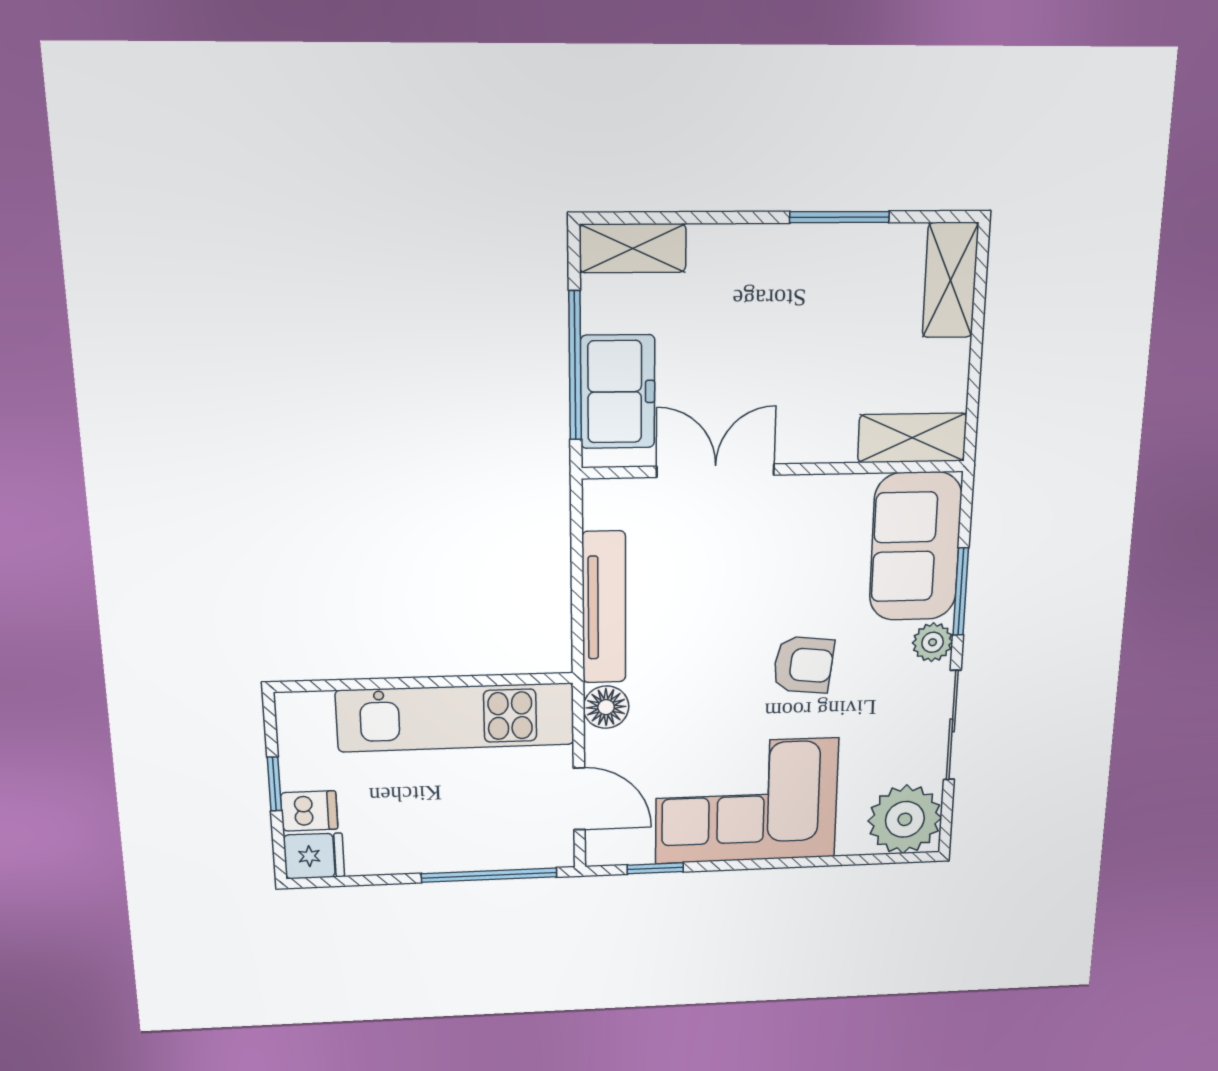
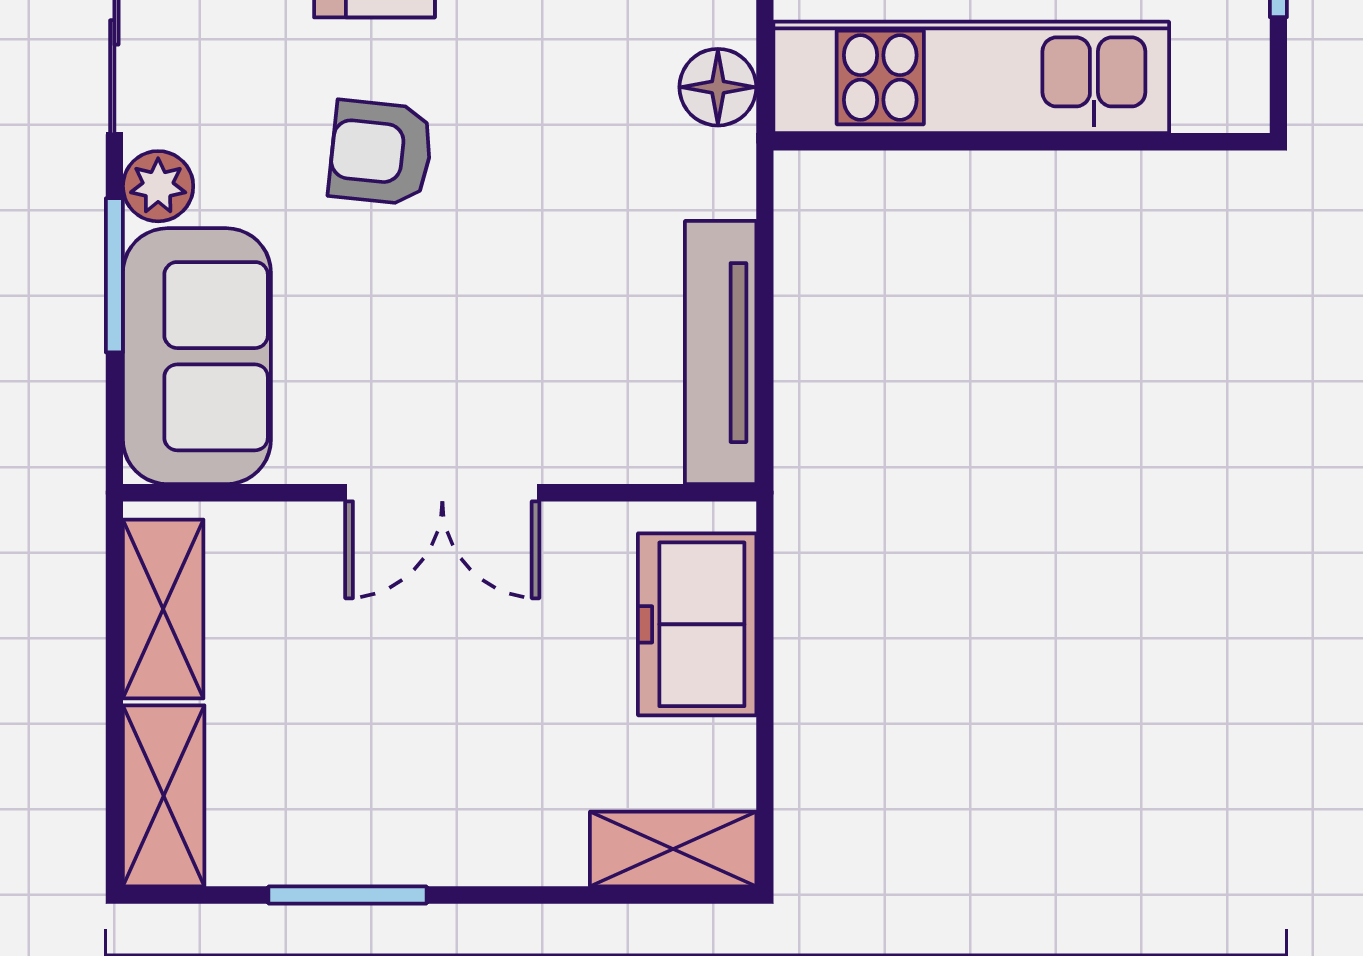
window: (575, 366) -> (765, 667), removed
shelving: (912, 438) -> (163, 609), moved, turned 90
double door: (716, 471) -> (442, 493), moved
tv unit: (604, 608) -> (721, 353), moved

